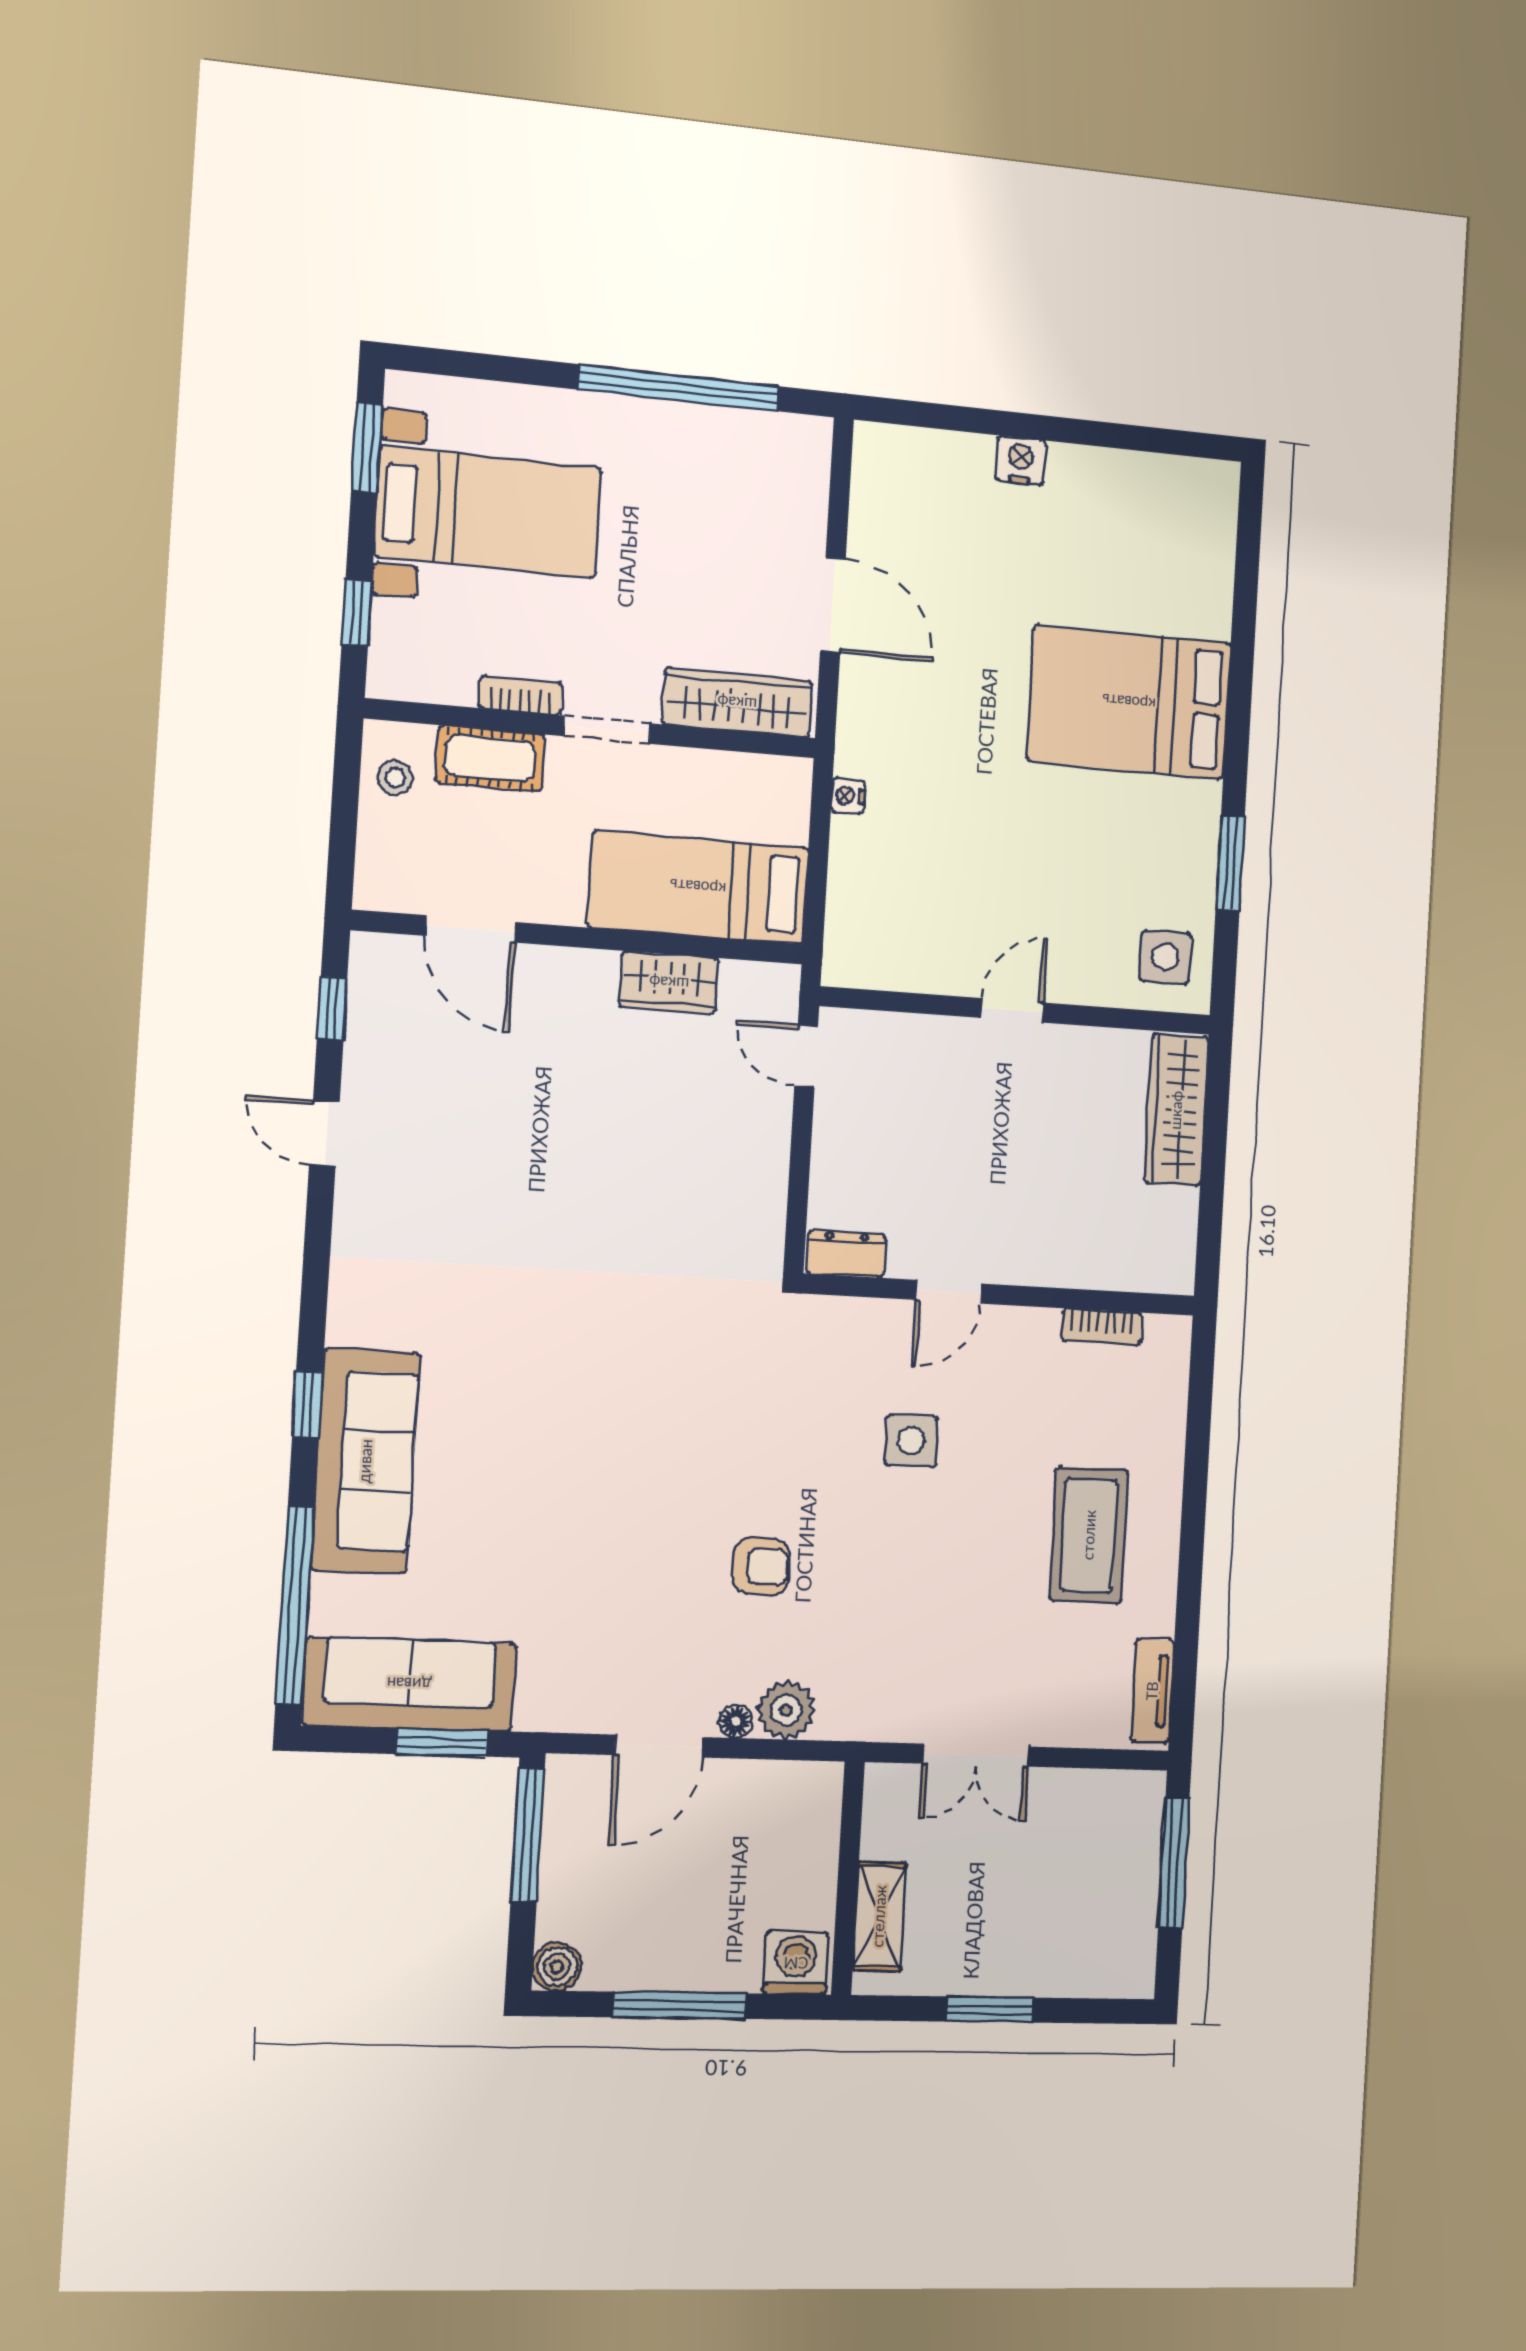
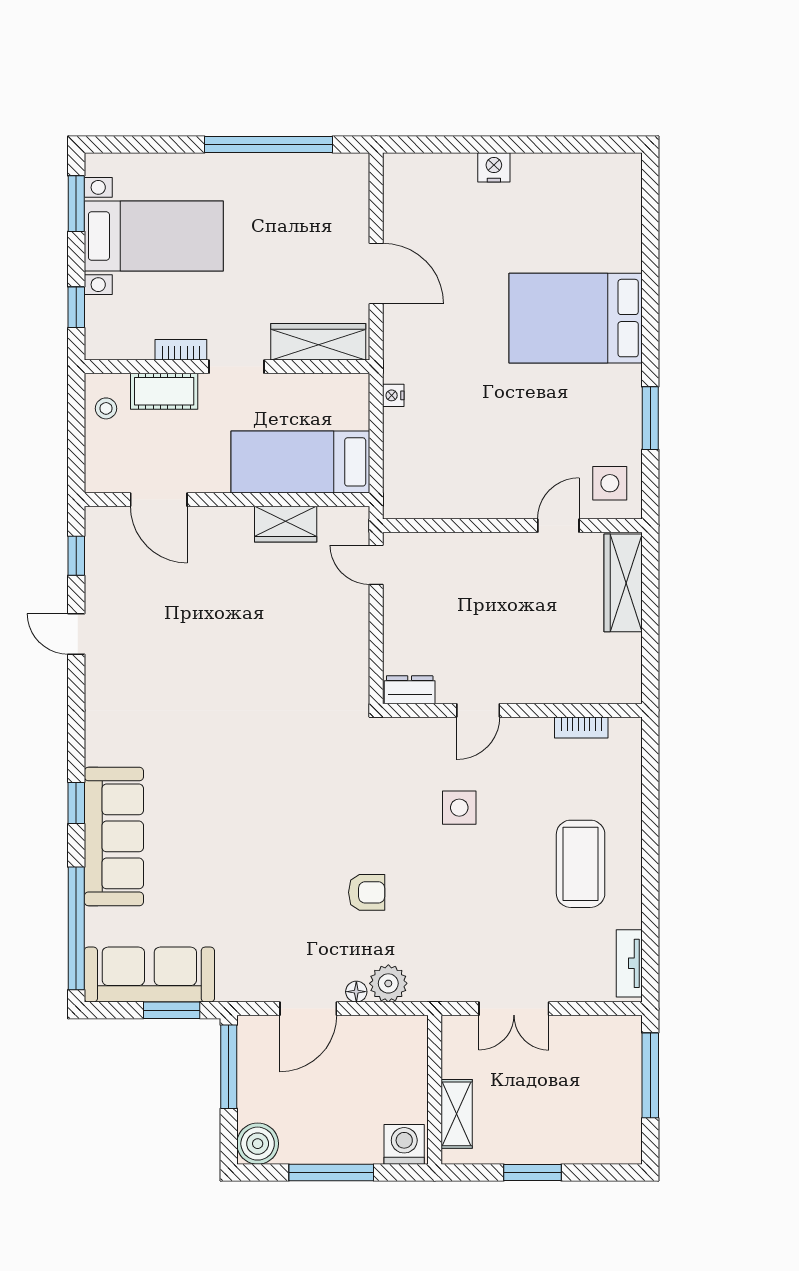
door: (1012, 1010) -> (558, 526), moved
boiler: (557, 1967) -> (258, 1144), width x1.36, depth x1.36

